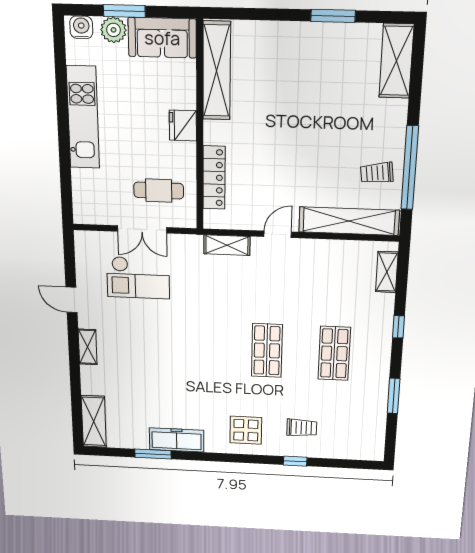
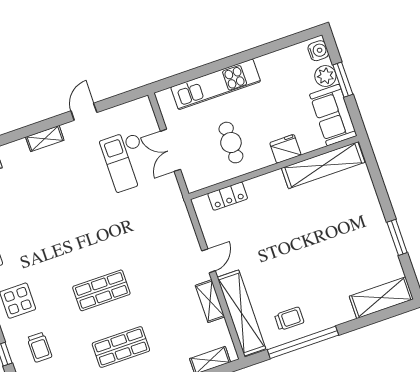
kitchen unit: (83, 117) -> (216, 84), moved
fridge: (183, 126) -> (285, 149), moved
trolley: (377, 173) -> (289, 319), turned 97
locker: (214, 178) -> (228, 196), width x0.66
cafe table: (159, 191) -> (231, 143), moved
door: (278, 234) -> (208, 261), hinge flipped
shelving: (227, 245) -> (210, 301), moved

